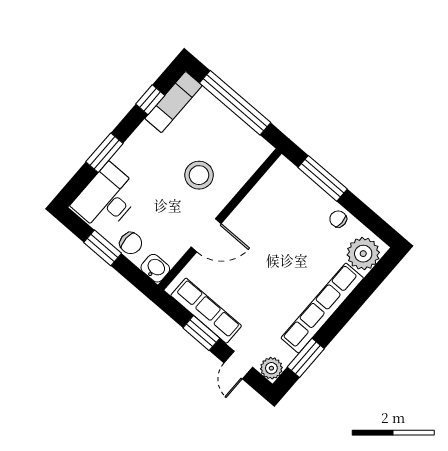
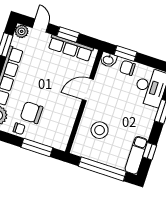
stool: (199, 175) -> (100, 130), moved
chair: (308, 236) -> (32, 113), added
window: (103, 248) -> (125, 53), moved

